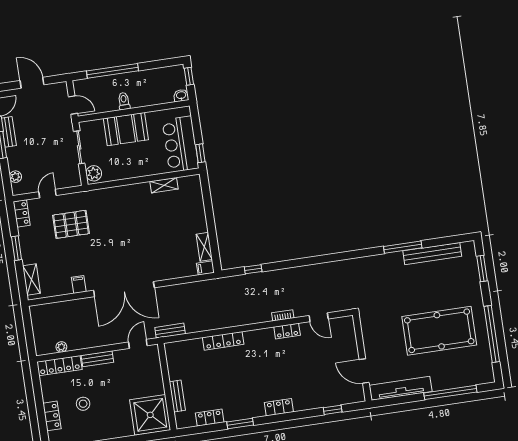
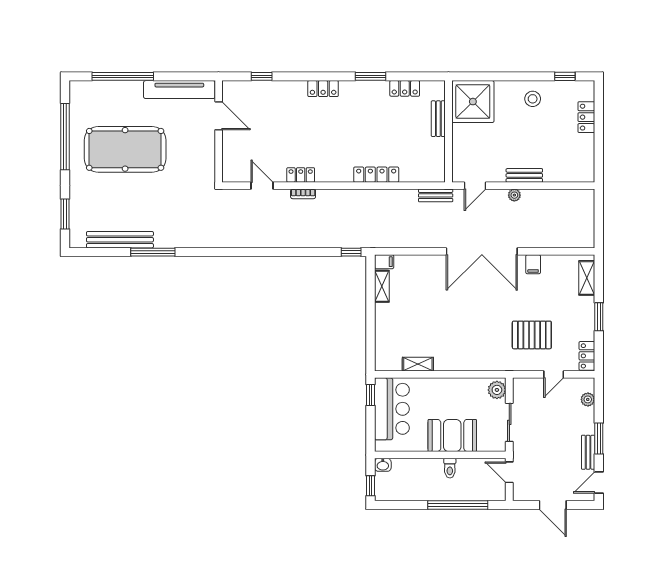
window: (253, 269) -> (351, 252), moved
double door: (124, 289) -> (482, 251), swing flipped
plant: (61, 347) -> (514, 195), moved
locker: (59, 366) -> (569, 174), removed
stool: (83, 404) -> (533, 99), moved

